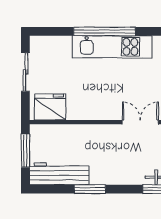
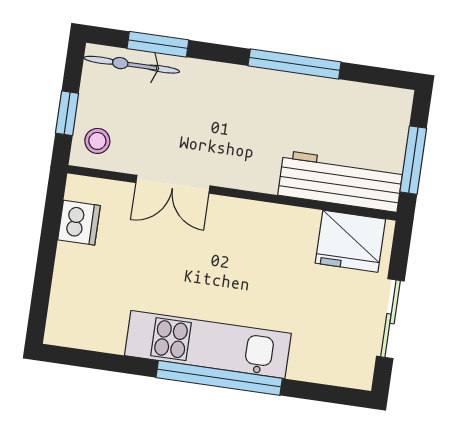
workbench: (59, 174) -> (340, 181), moved, turned 180
window: (90, 189) -> (294, 64), width x1.44

